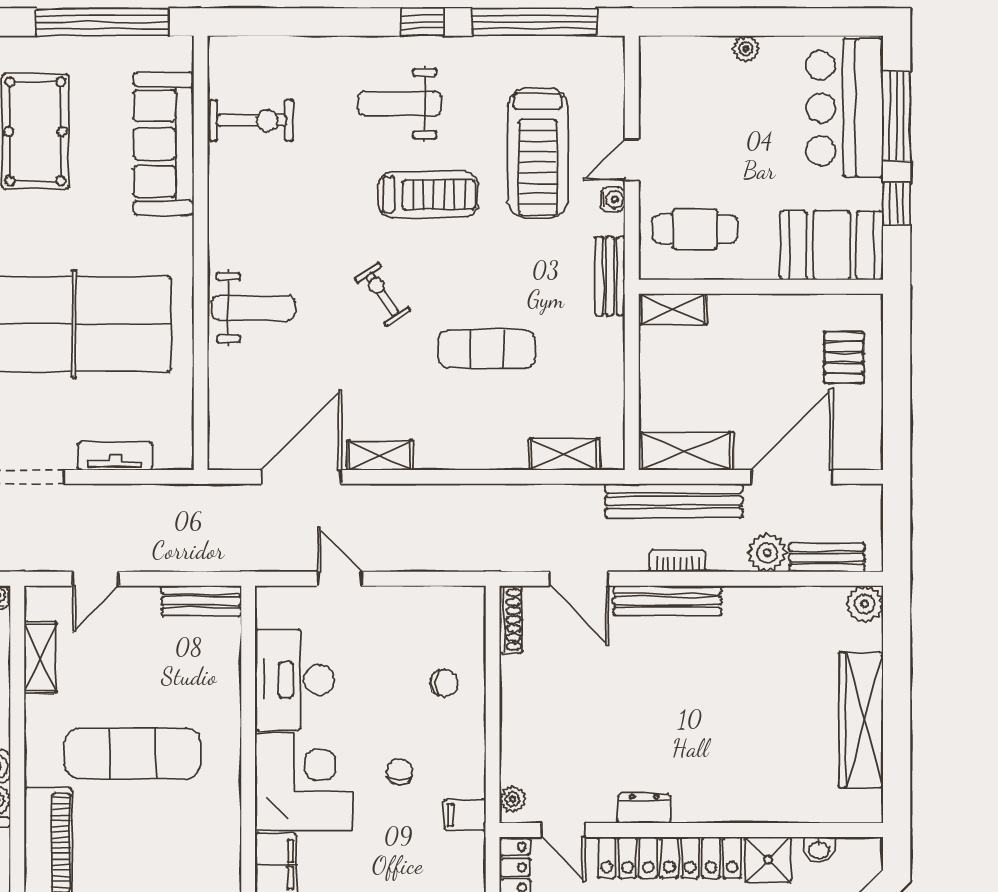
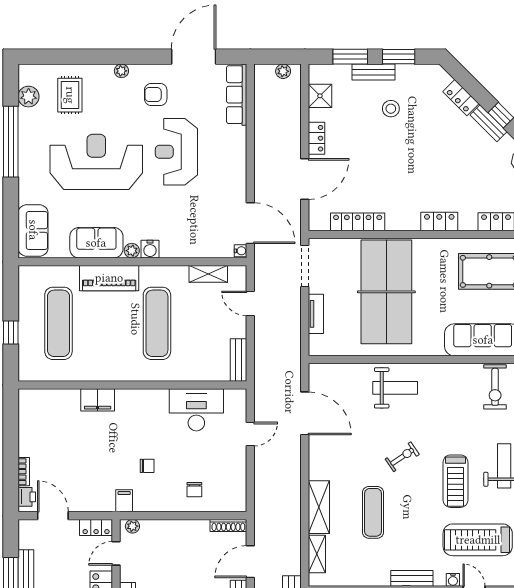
weight bench: (253, 308) -> (395, 388), turned -90
shelving: (380, 455) -> (319, 507), moved, width x1.50, depth x1.33
corner desk: (304, 782) -> (142, 415), removed

